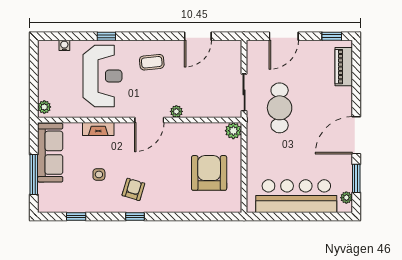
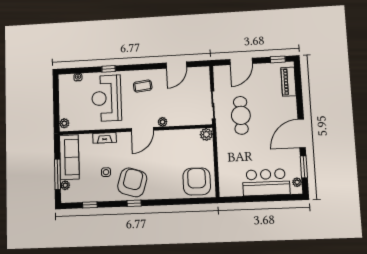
reception desk: (102, 76) -> (106, 98), turned 180
armchair: (209, 173) -> (197, 181), moved
armchair: (133, 189) -> (132, 182), width x1.88, depth x1.88
plant: (44, 190) -> (65, 185), added
bar counter: (296, 196) -> (266, 182), width x0.73

